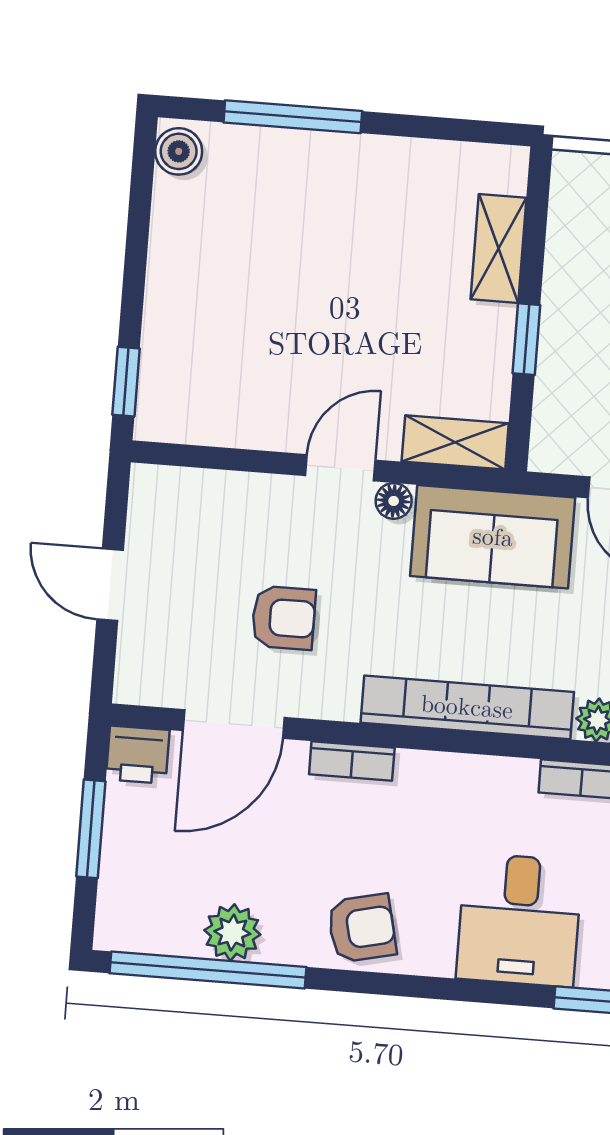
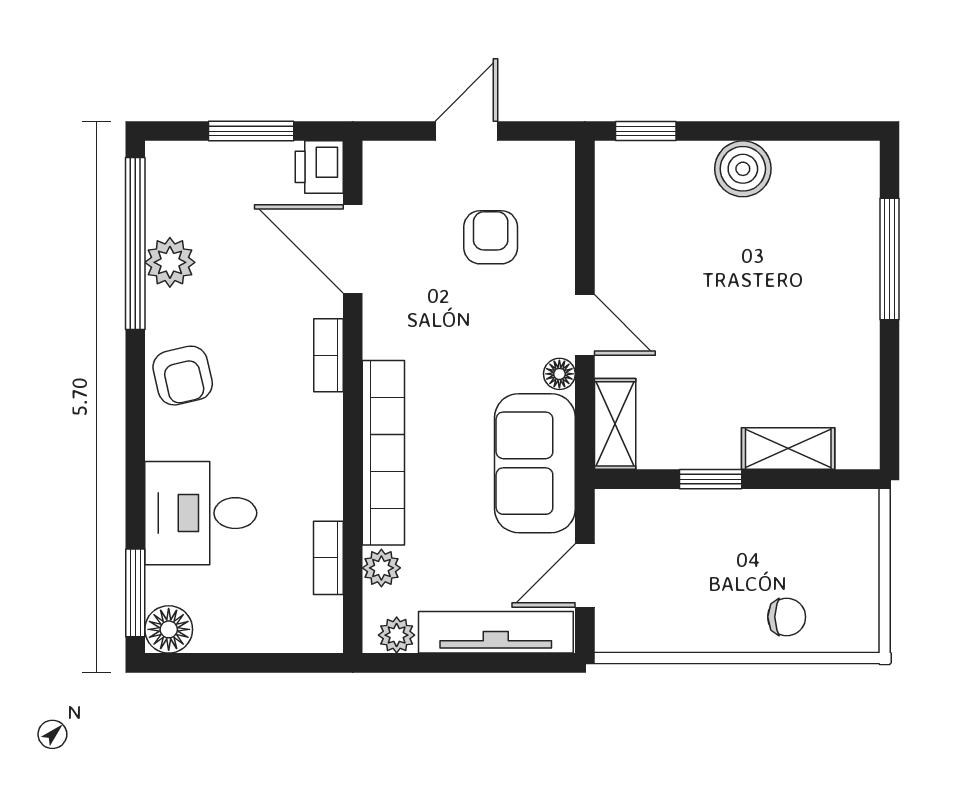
boiler: (179, 151) -> (743, 169), moved, width x1.36, depth x1.36
armchair: (284, 618) -> (491, 237), moved, turned 180

